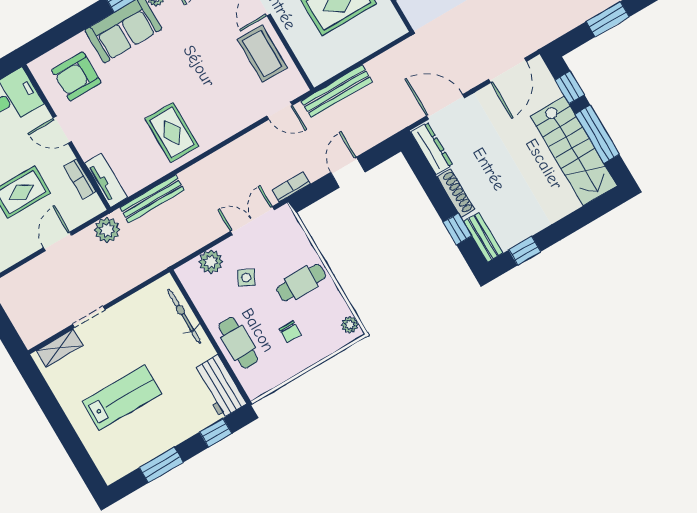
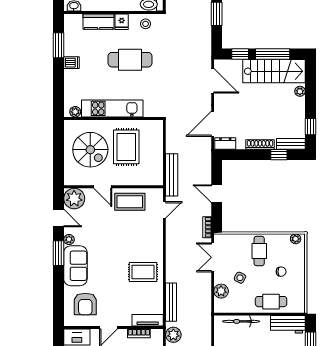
dresser: (432, 149) -> (225, 143), width x0.70
plant: (567, 205) -> (300, 91), added

